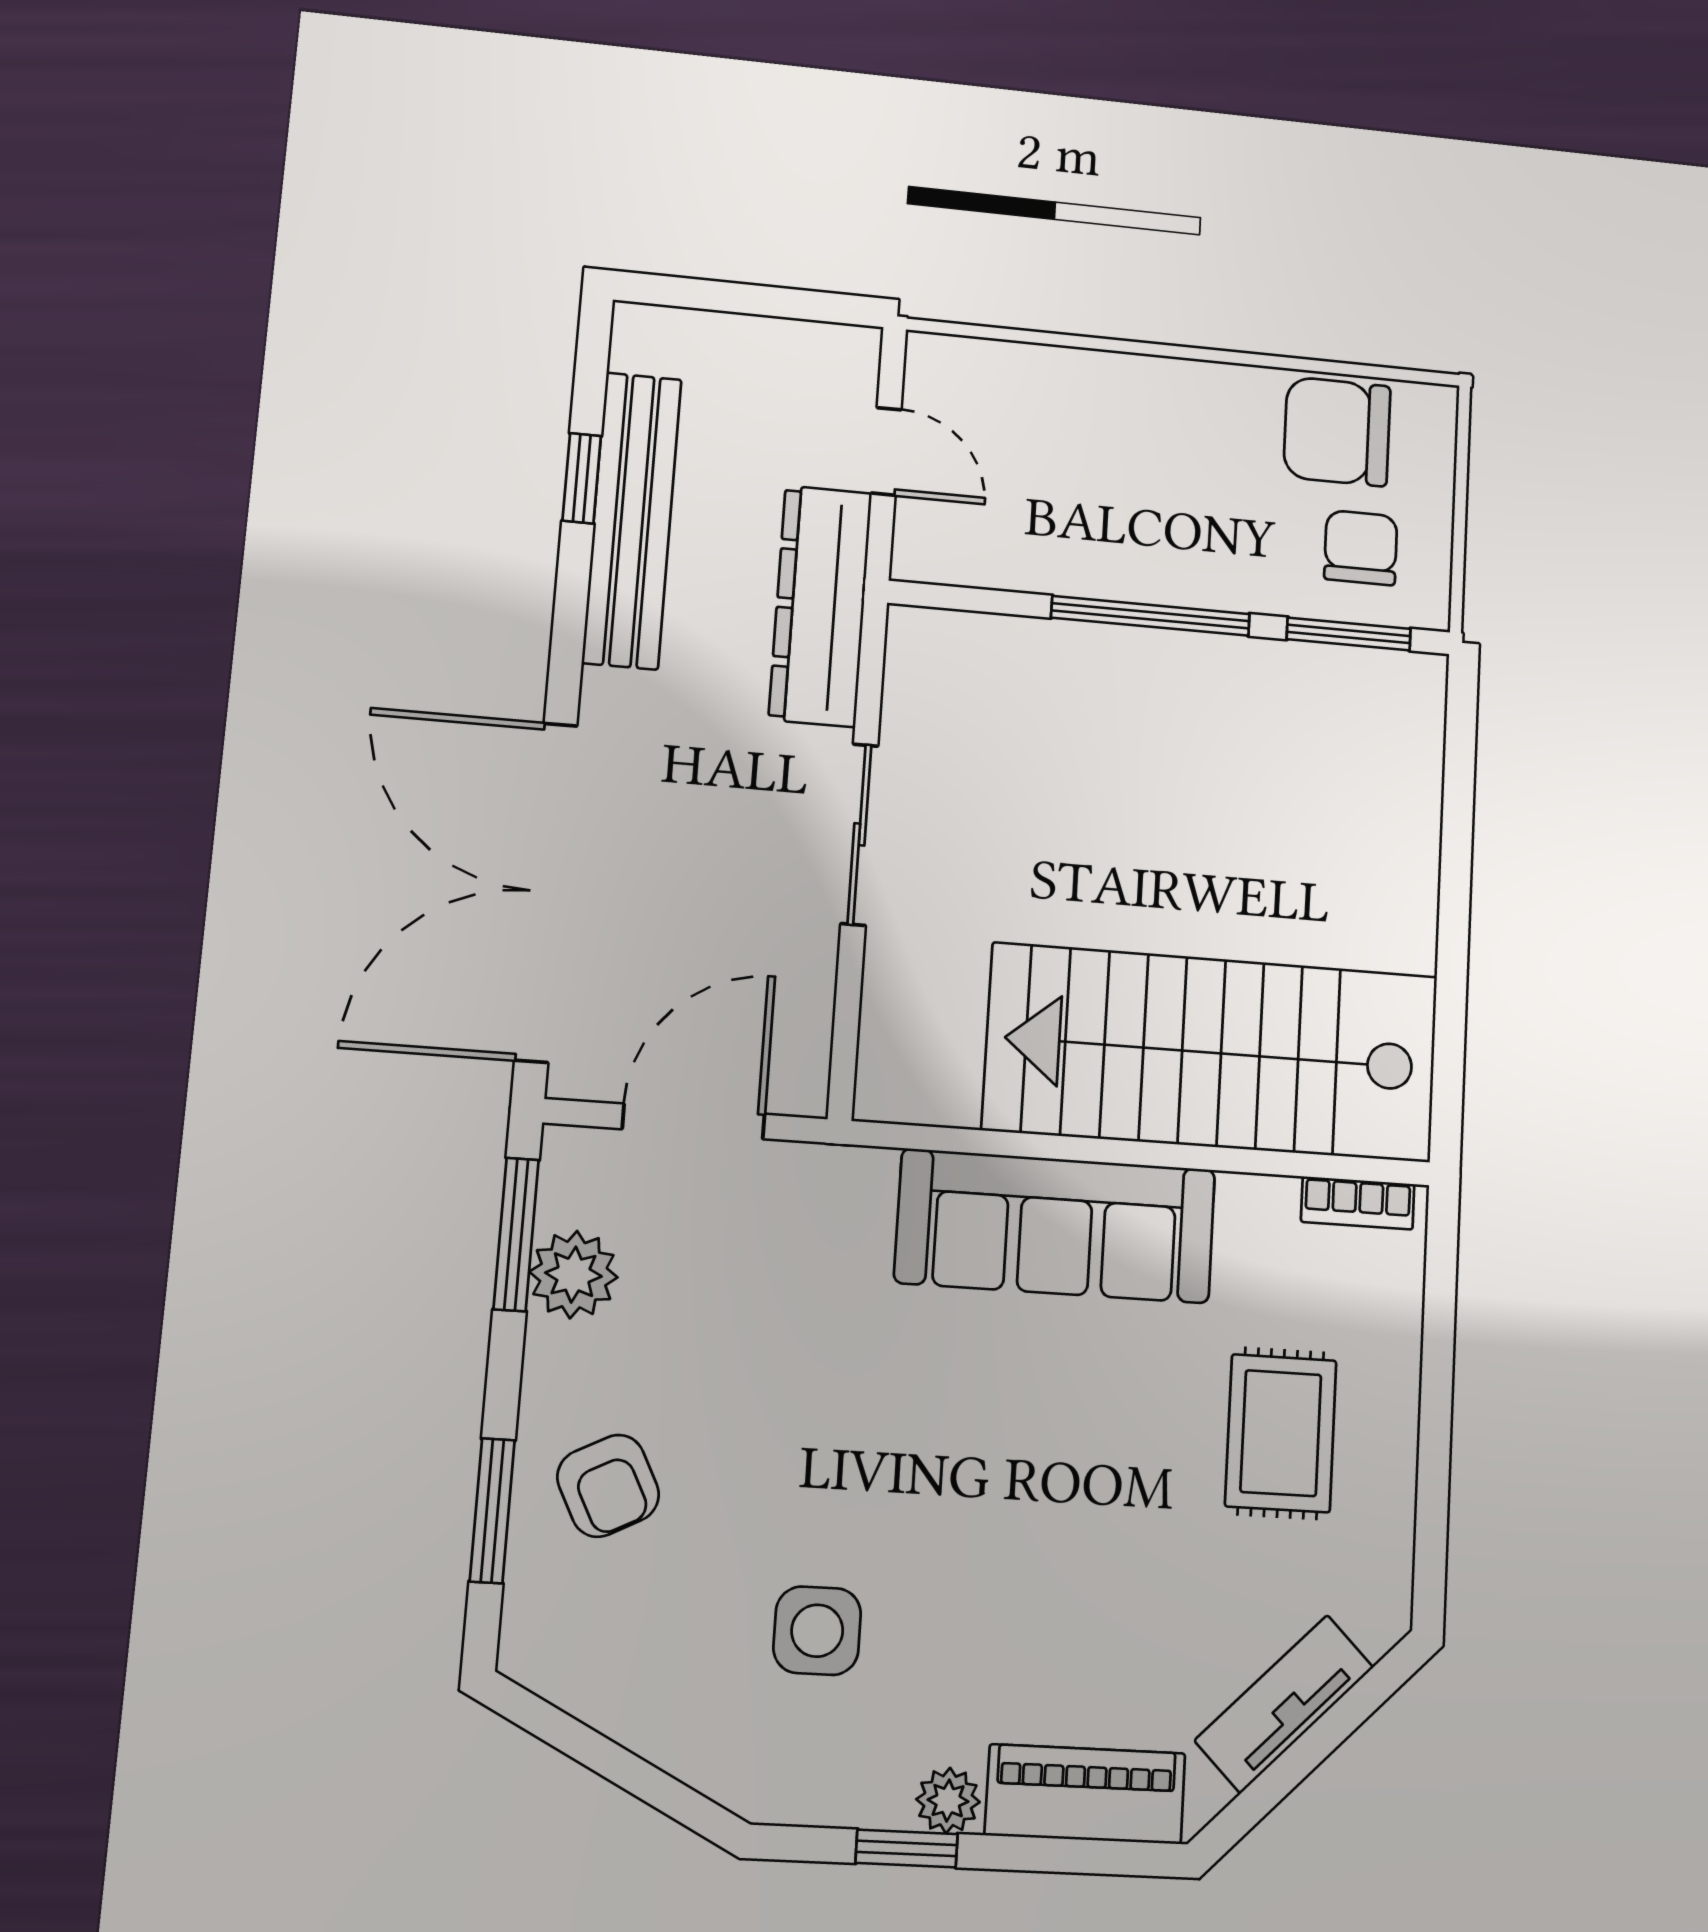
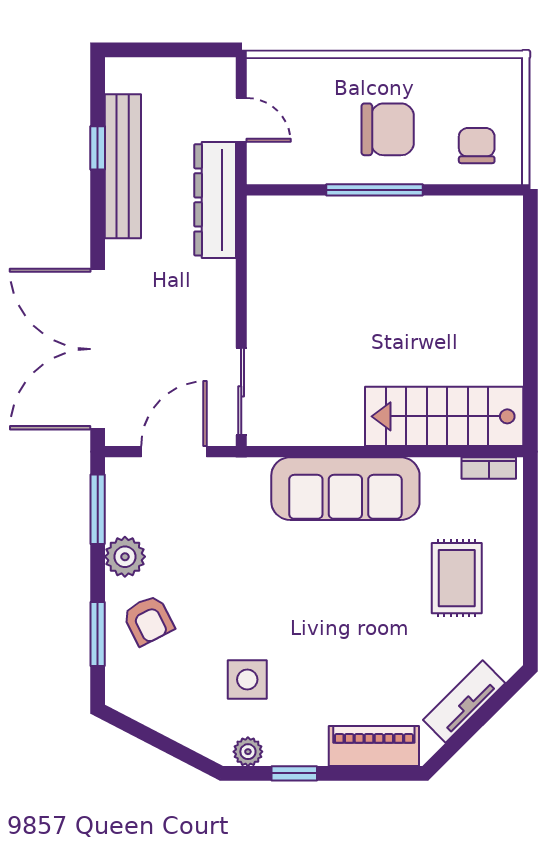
chair: (1337, 432) -> (388, 129), moved, turned 180
window: (1349, 634) -> (473, 190), removed
sliding door: (859, 834) -> (241, 391), moved
stairs: (1212, 1053) -> (444, 416), width x0.73, depth x0.66
plant: (573, 1275) -> (125, 557), moved
plant: (948, 1801) -> (248, 752), moved

